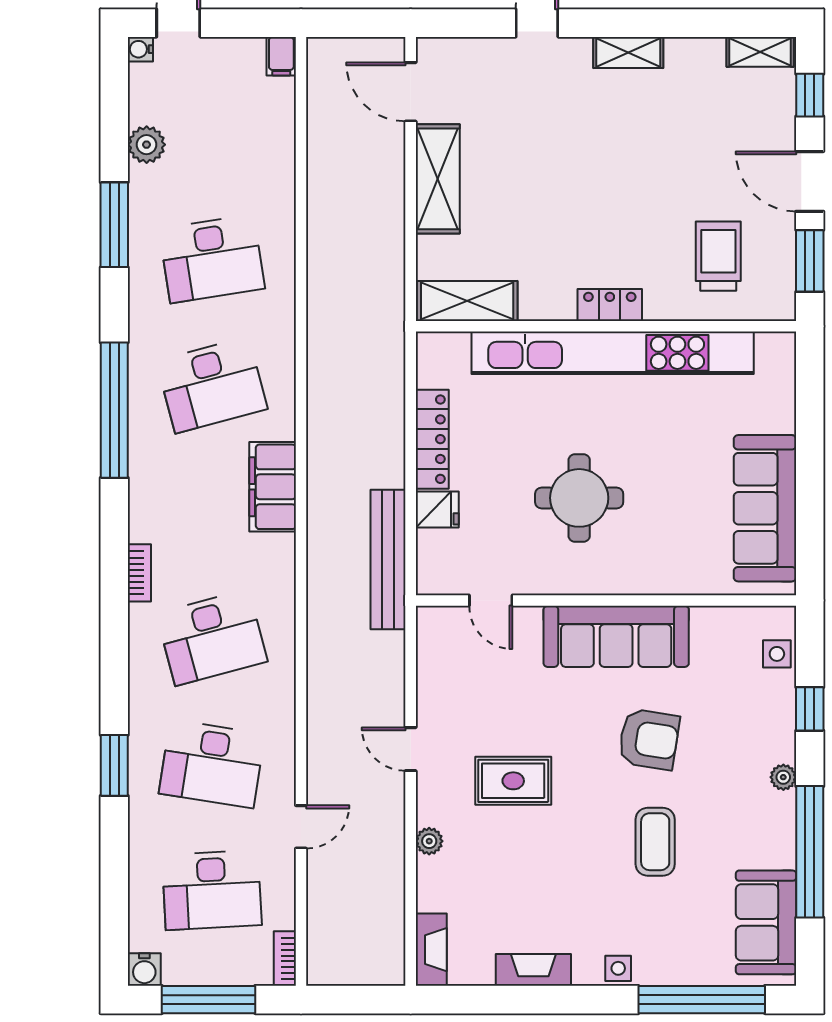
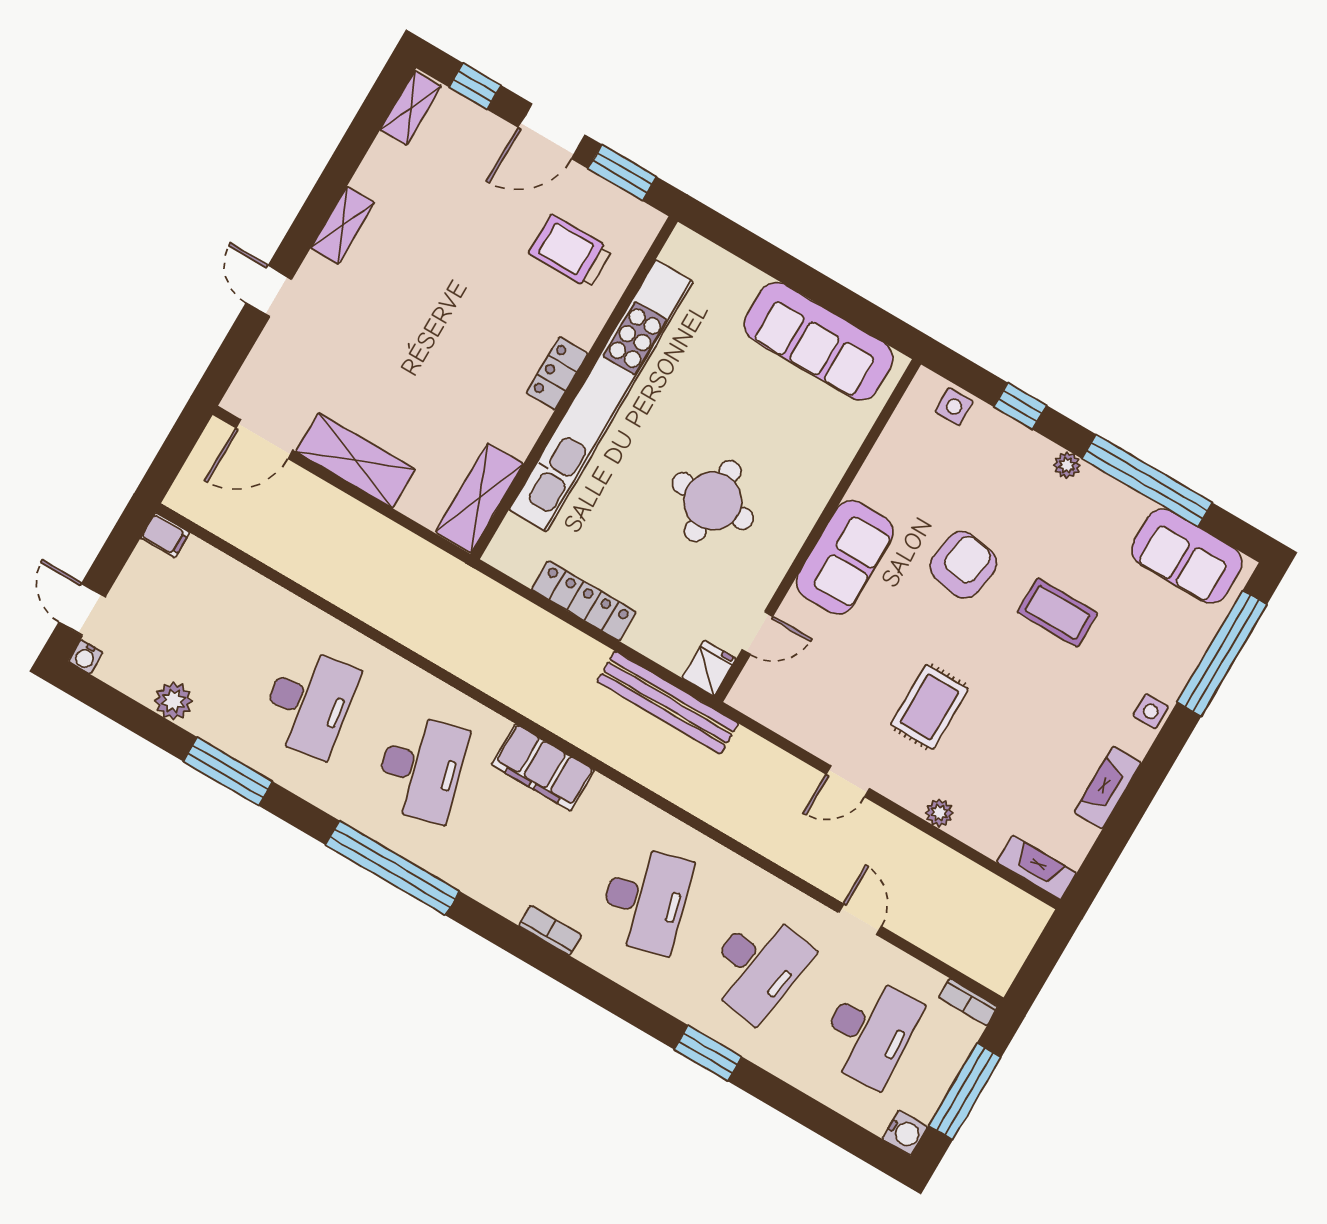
fridge: (437, 510) -> (709, 668), moved
sofa: (616, 636) -> (845, 557), width x0.73

